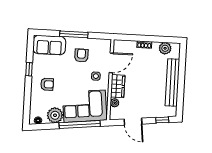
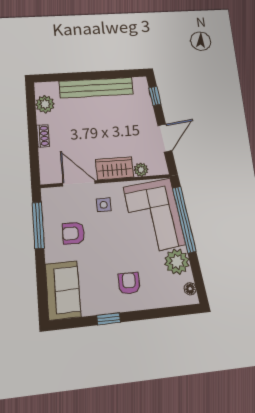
window: (74, 34) -> (38, 225), moved

